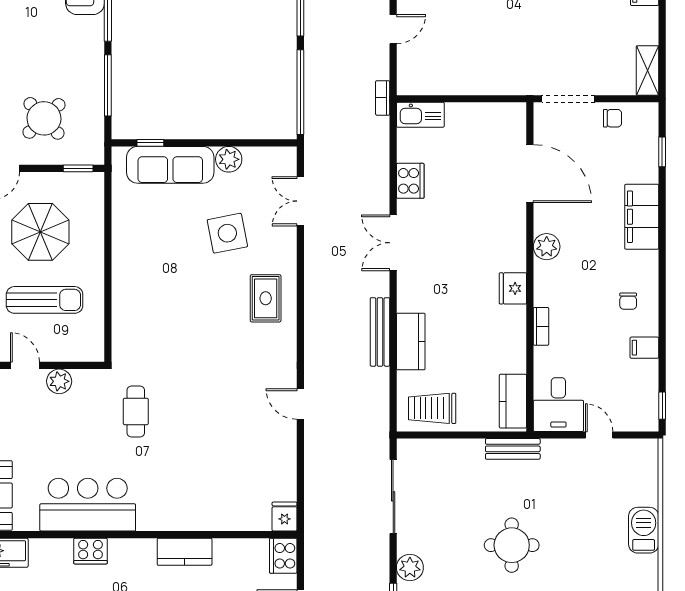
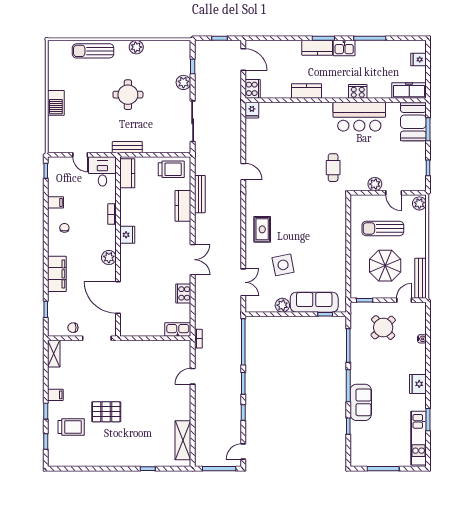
bench: (380, 332) -> (200, 194), moved

